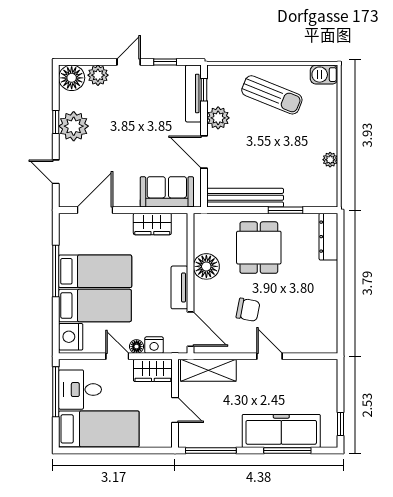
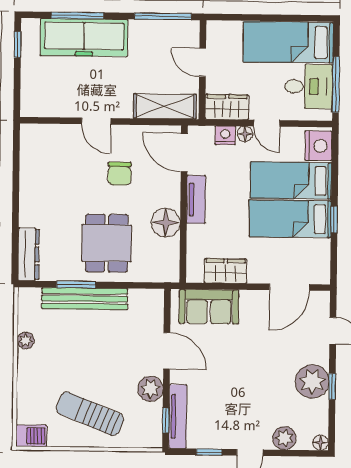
floor lamp: (72, 78) -> (321, 443), width x0.53, depth x0.53
bench: (245, 198) -> (85, 299), moved
window: (56, 271) -> (334, 220), width x0.46
chair: (248, 310) -> (120, 174), turned -101

